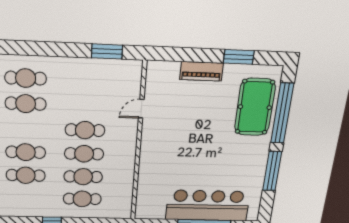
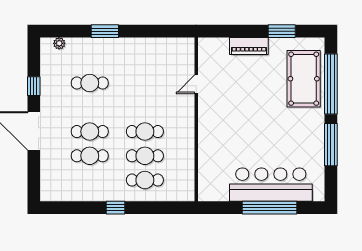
window: (107, 51) -> (105, 31), moved
cafe table: (26, 78) -> (90, 59), removed
cafe table: (85, 130) -> (145, 107), removed

